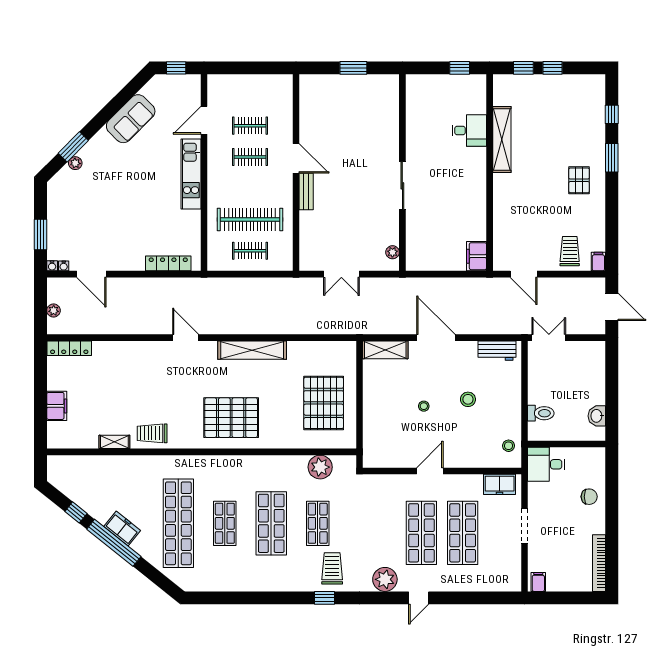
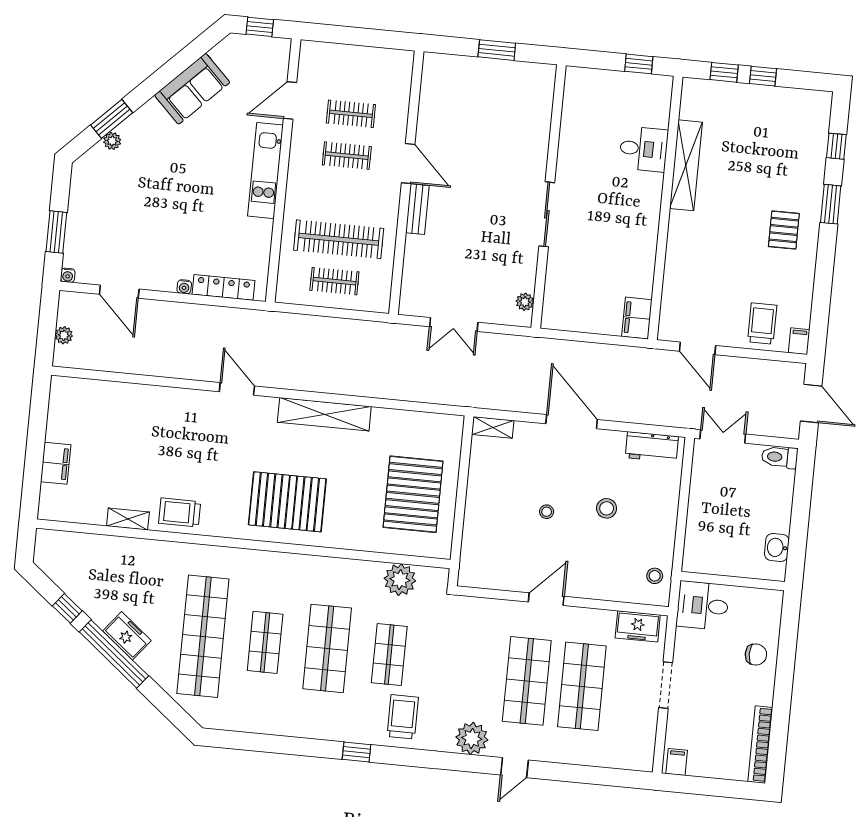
water cooler: (64, 266) -> (184, 287), moved
locker: (69, 348) -> (80, 388), removed
shelving: (385, 350) -> (493, 427), width x0.67, depth x0.75
toilet: (541, 413) -> (780, 457), moved, turned 180
window: (325, 598) -> (356, 752), moved

